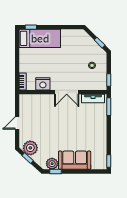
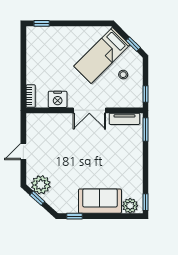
bed: (40, 38) -> (102, 55), moved, turned 135
plant: (52, 164) -> (130, 206), moved

